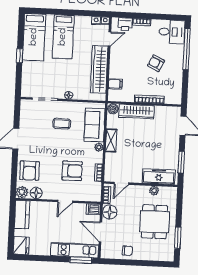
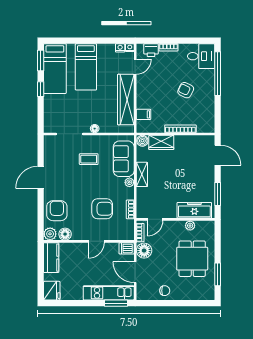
window: (21, 29) -> (41, 61), added
wardrobe: (136, 111) -> (161, 142), width x0.67
armchair: (29, 171) -> (57, 211), turned 180

